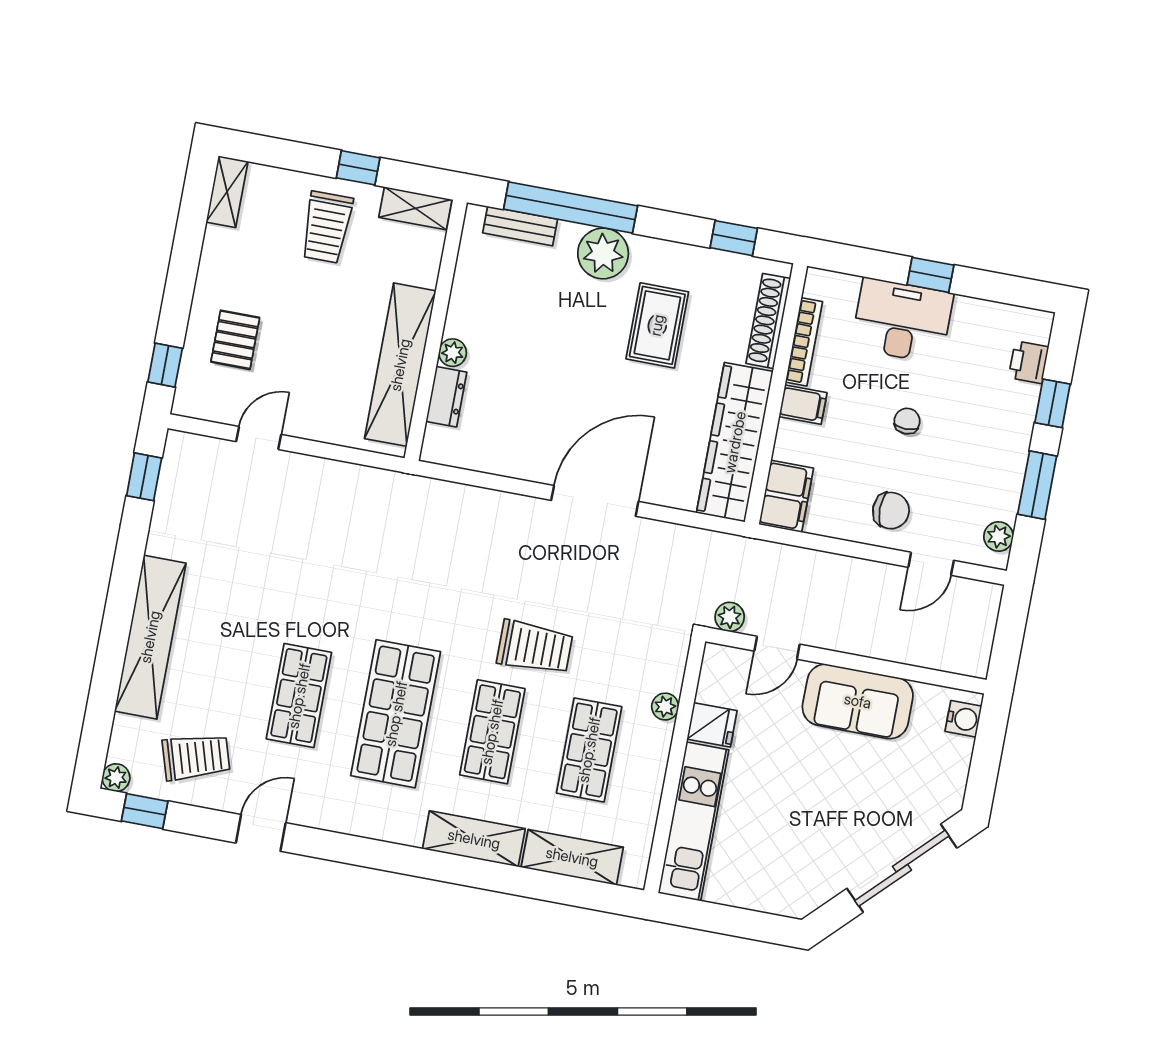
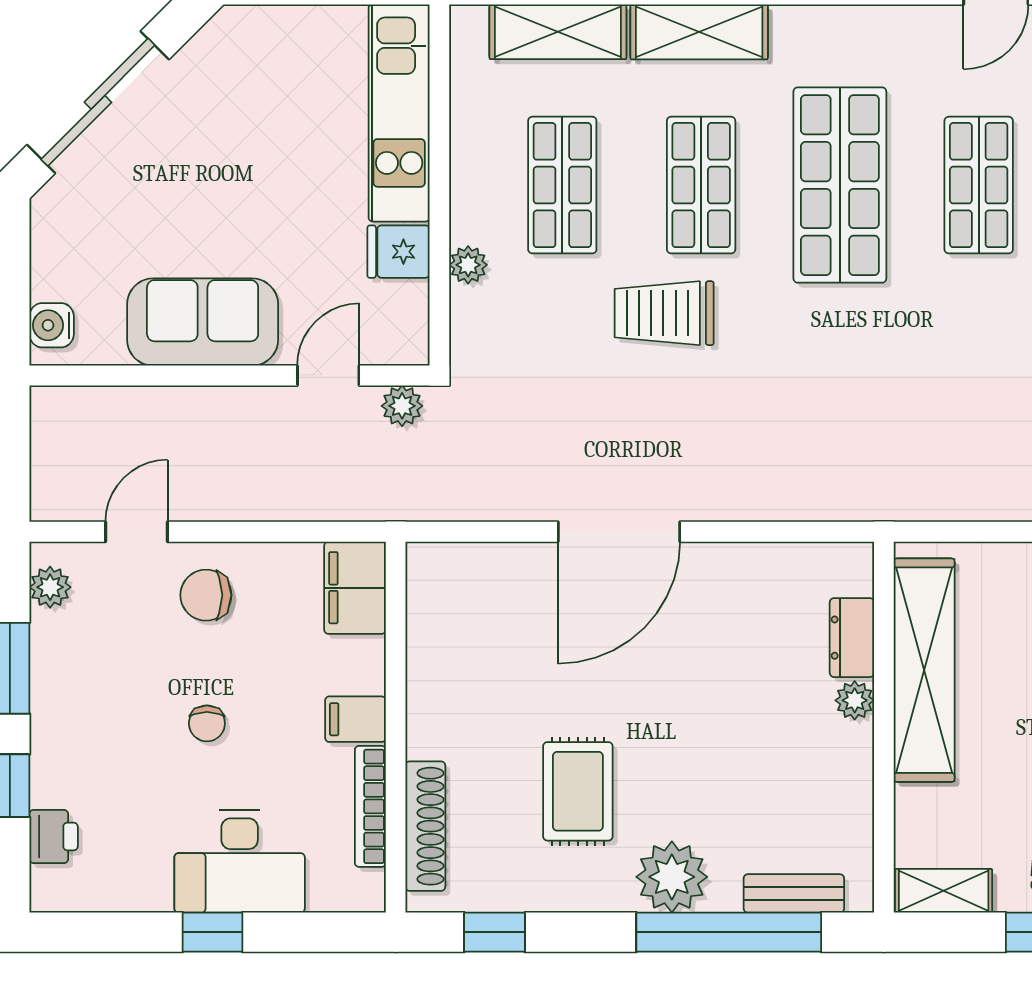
wardrobe: (735, 442) -> (440, 650), removed

